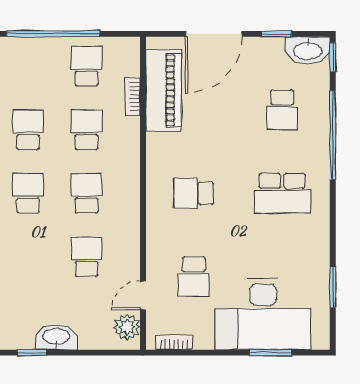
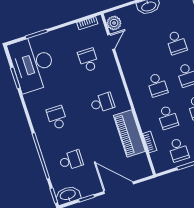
door: (214, 34) -> (119, 188), hinge flipped
piano: (164, 90) -> (129, 133), moved
school desk: (282, 110) -> (71, 160), turned 90
school desk: (282, 193) -> (57, 118), width x0.54
school desk: (87, 257) -> (176, 43), moved
desk: (263, 314) -> (33, 64), moved, turned -90

